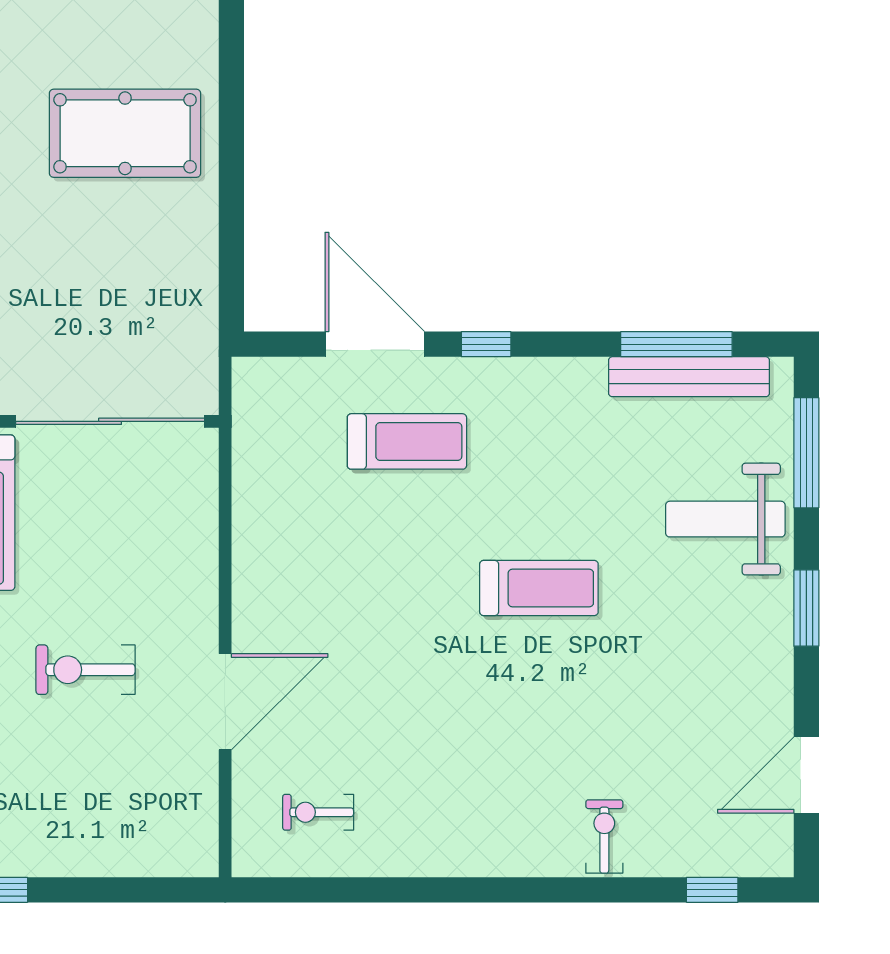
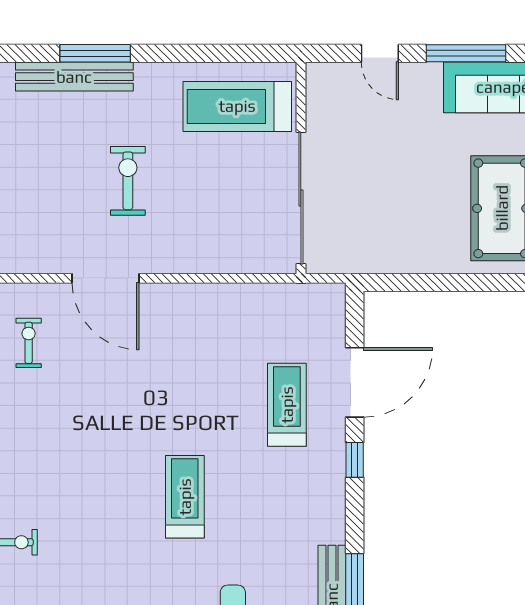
treadmill: (407, 441) -> (287, 405), turned 180
treadmill: (539, 588) -> (185, 497), turned 180

